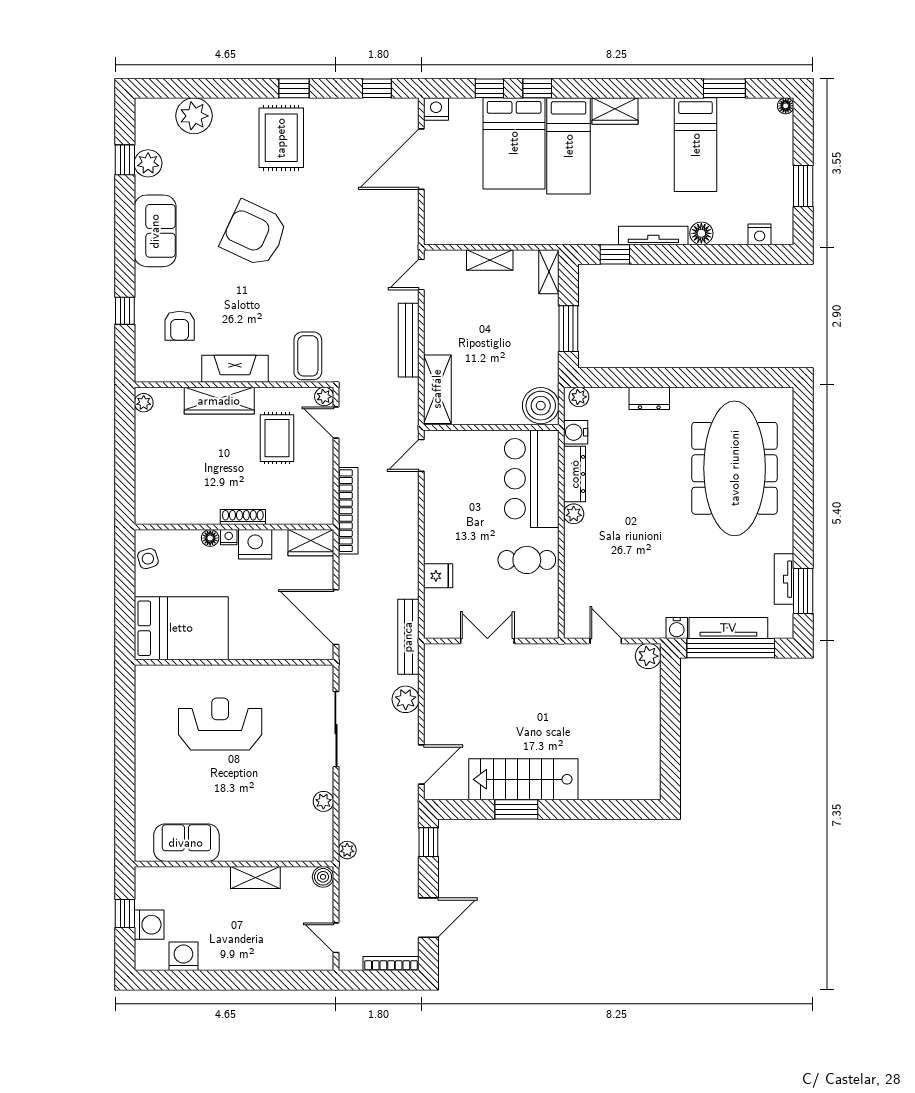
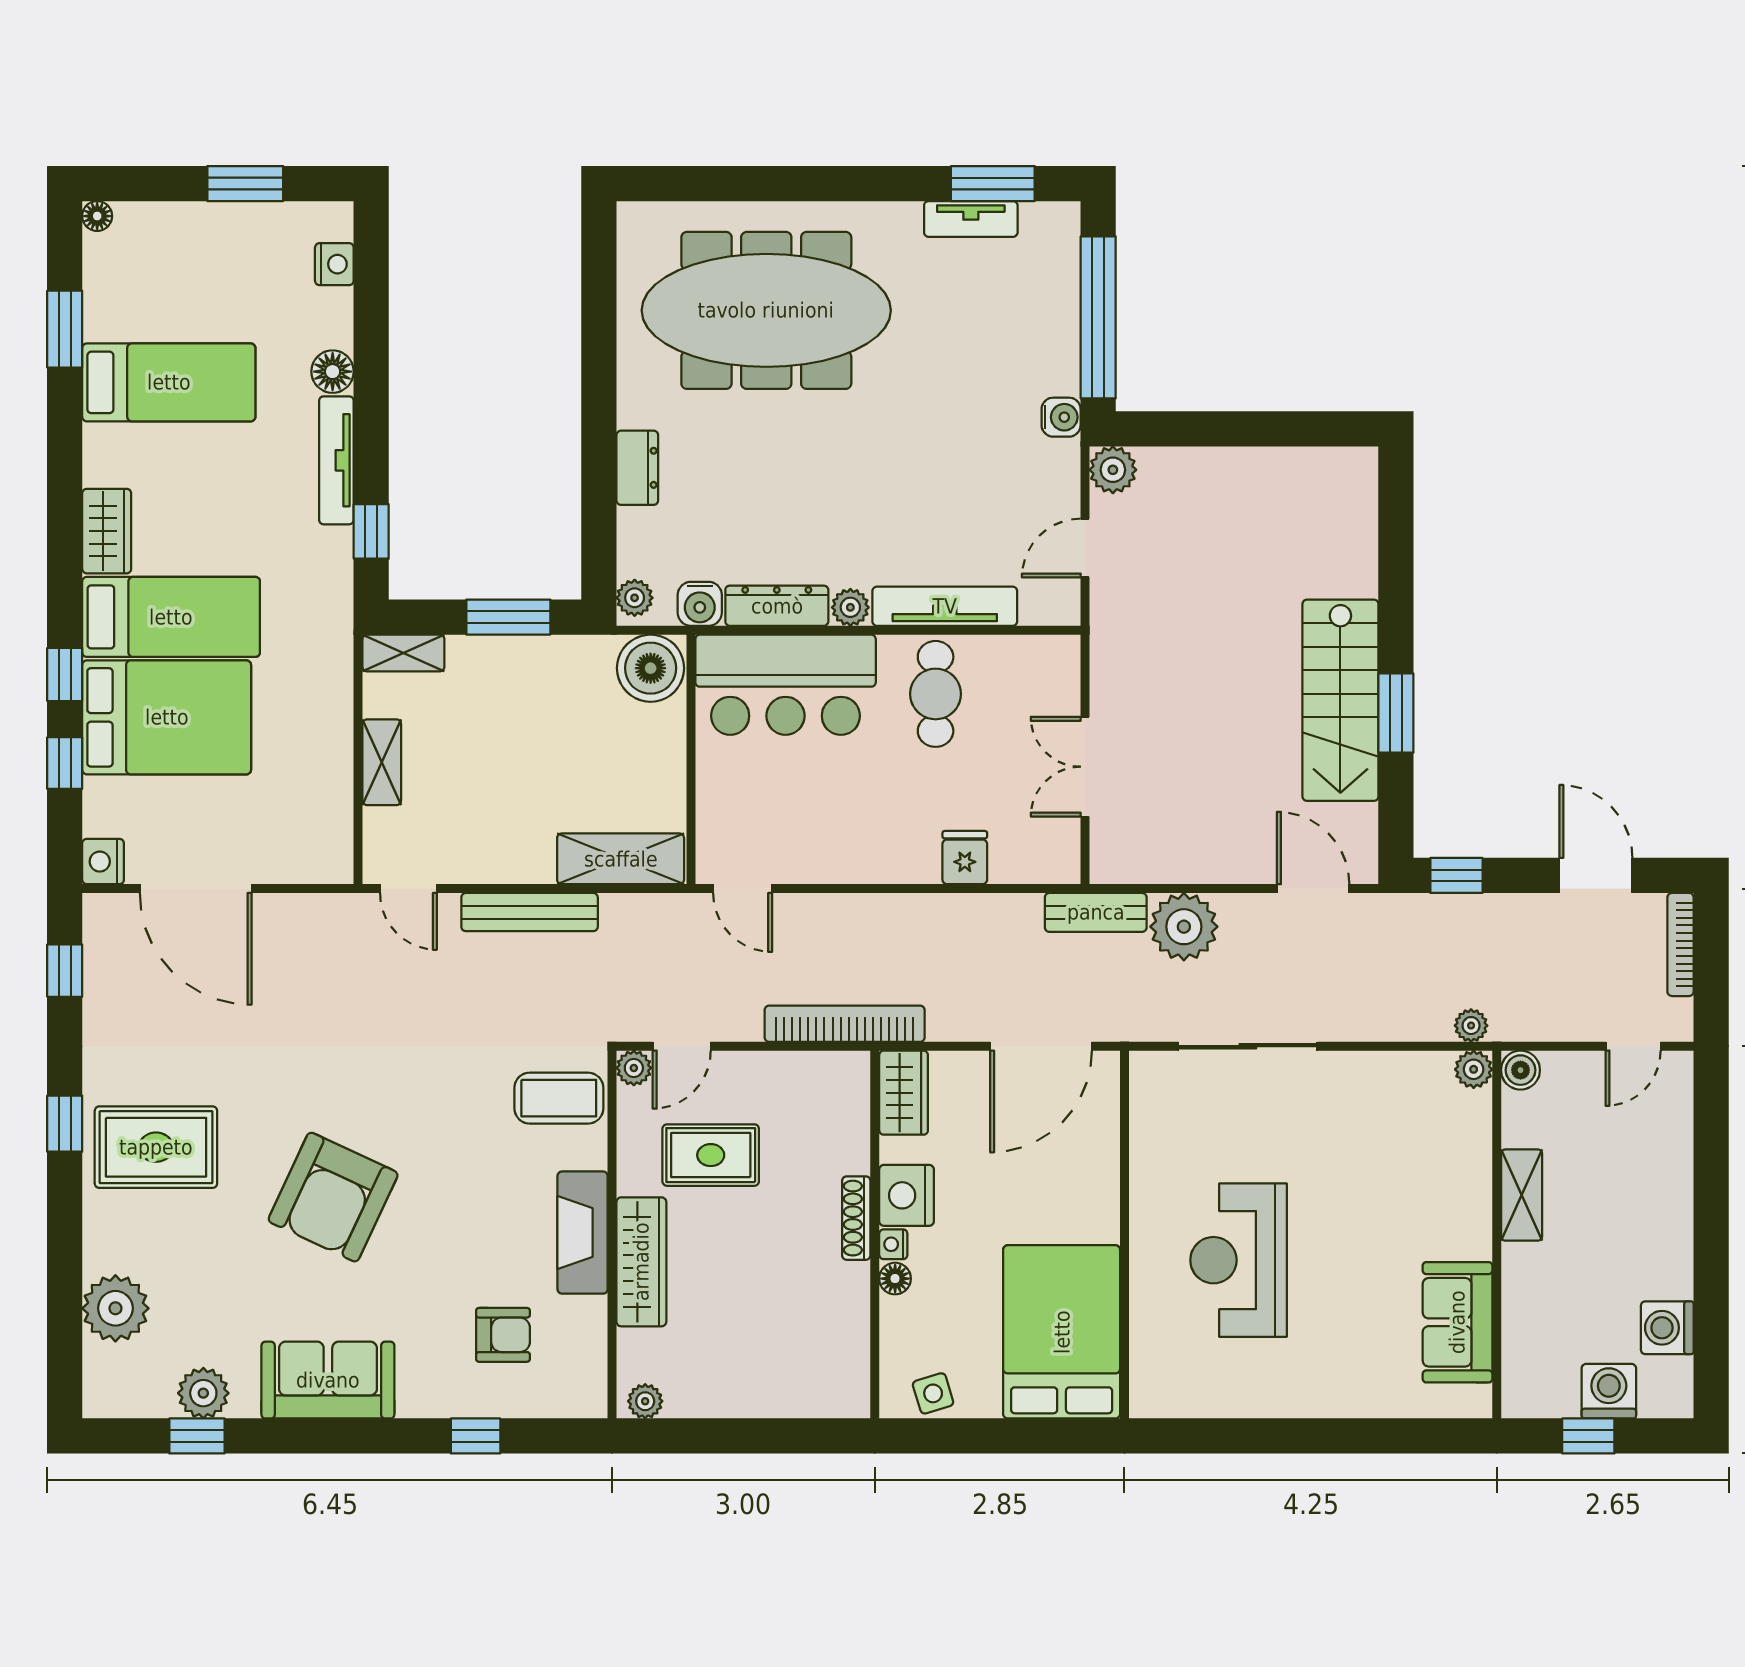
tv unit: (728, 628) -> (945, 606), moved, turned 90
bench: (408, 637) -> (1096, 912), width x0.73
plant: (406, 699) -> (1184, 927), width x1.36, depth x1.36
plant: (323, 801) -> (1474, 1069), moved

